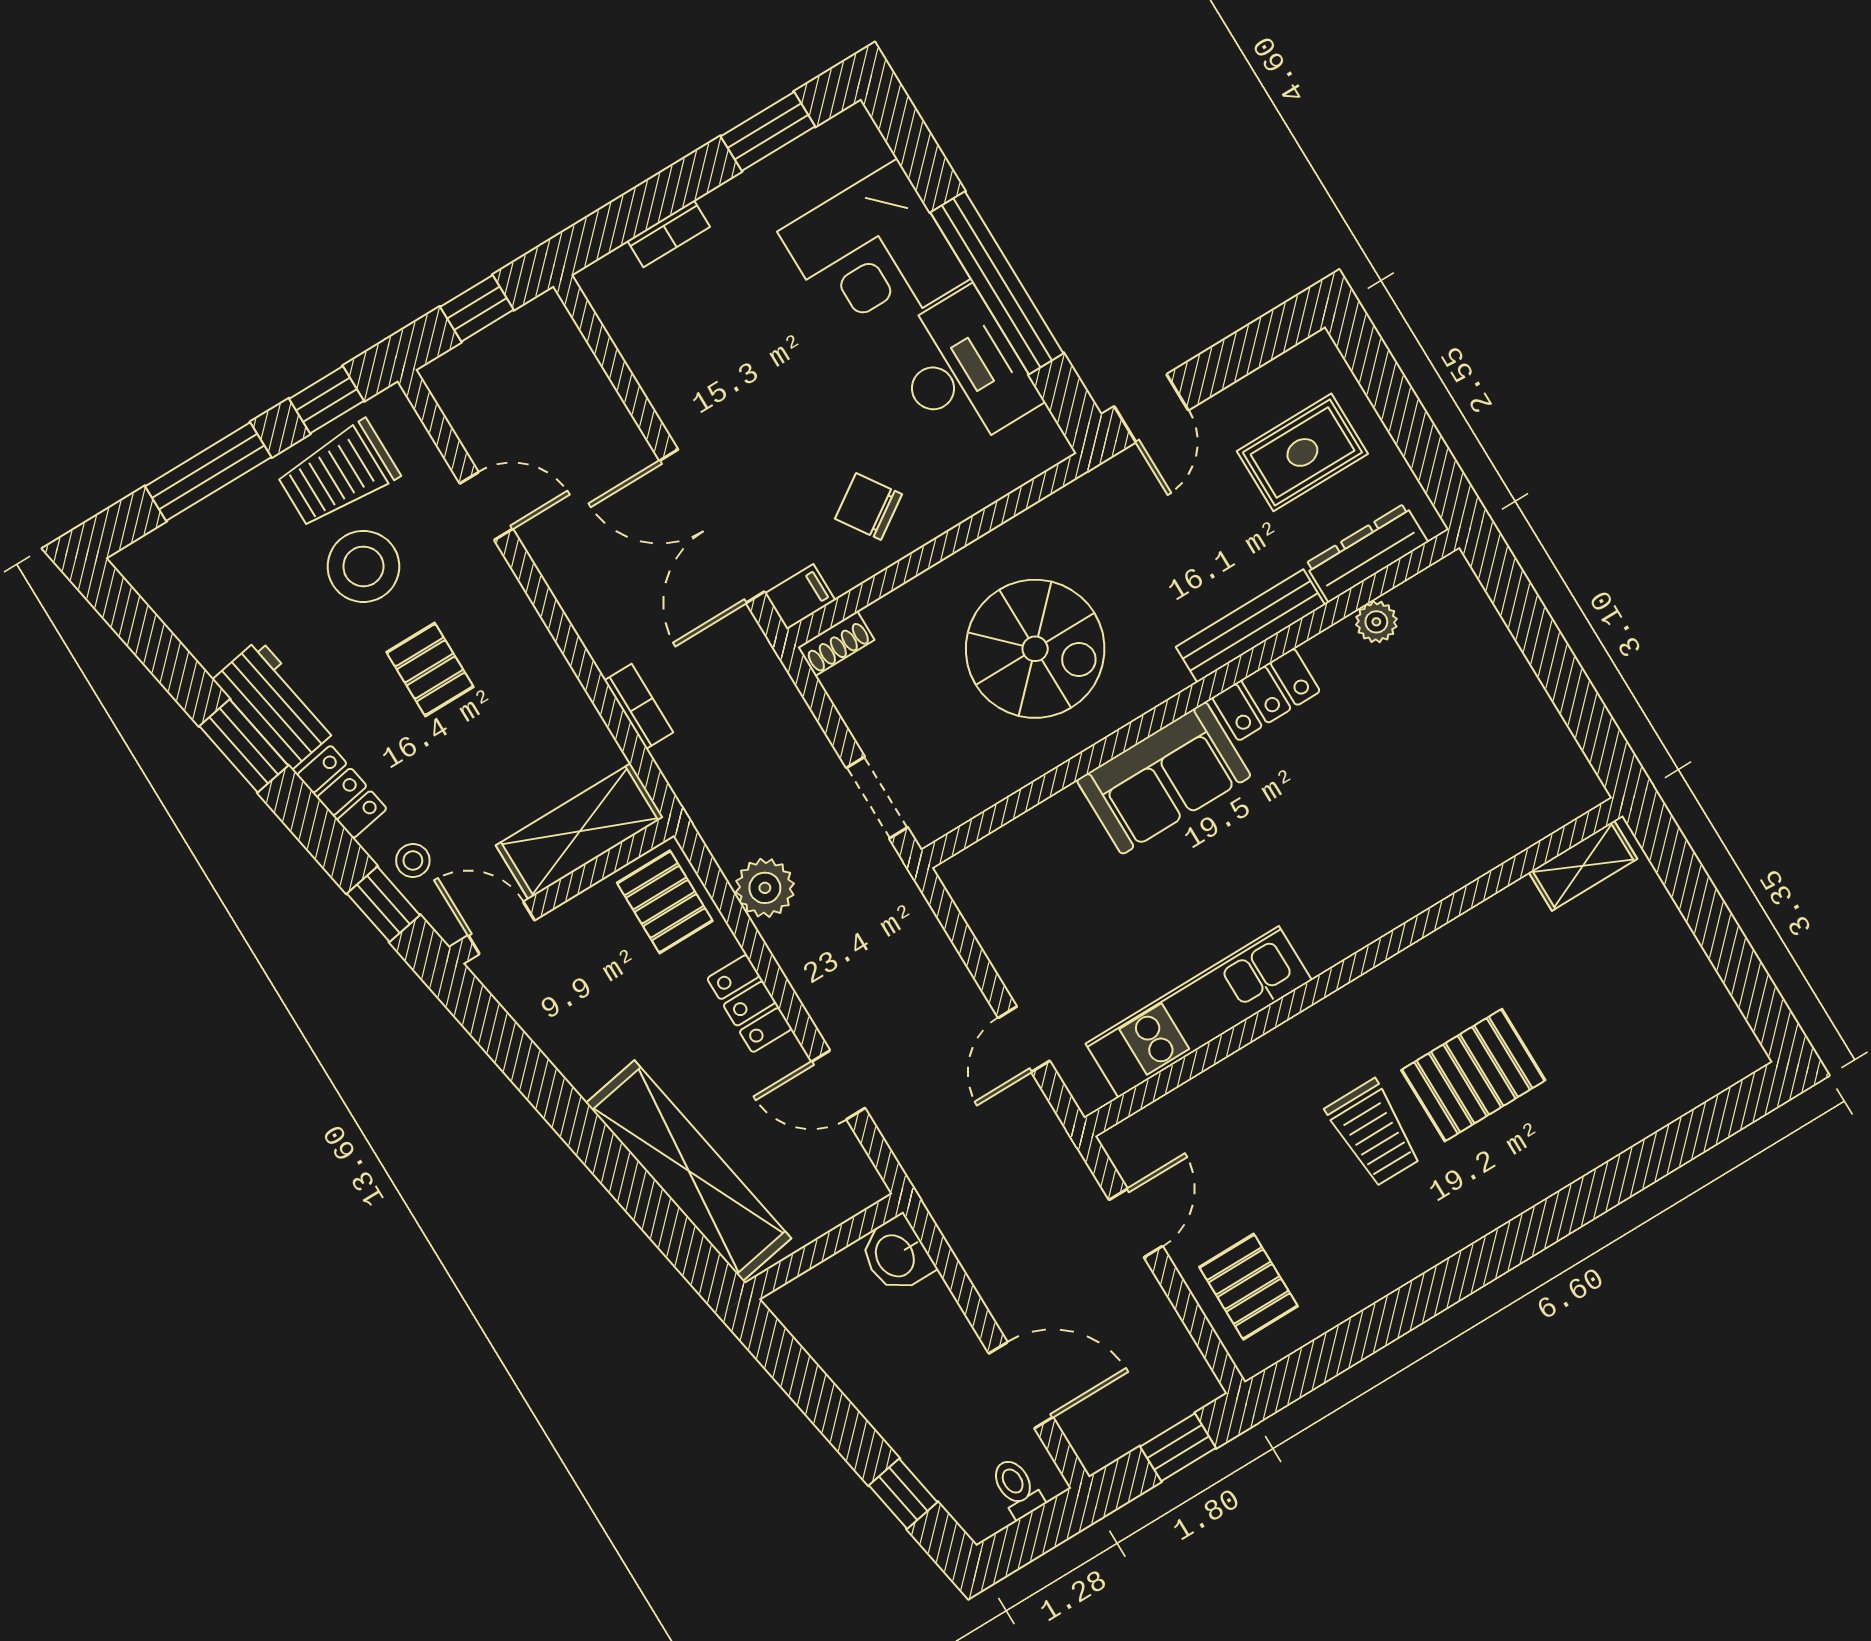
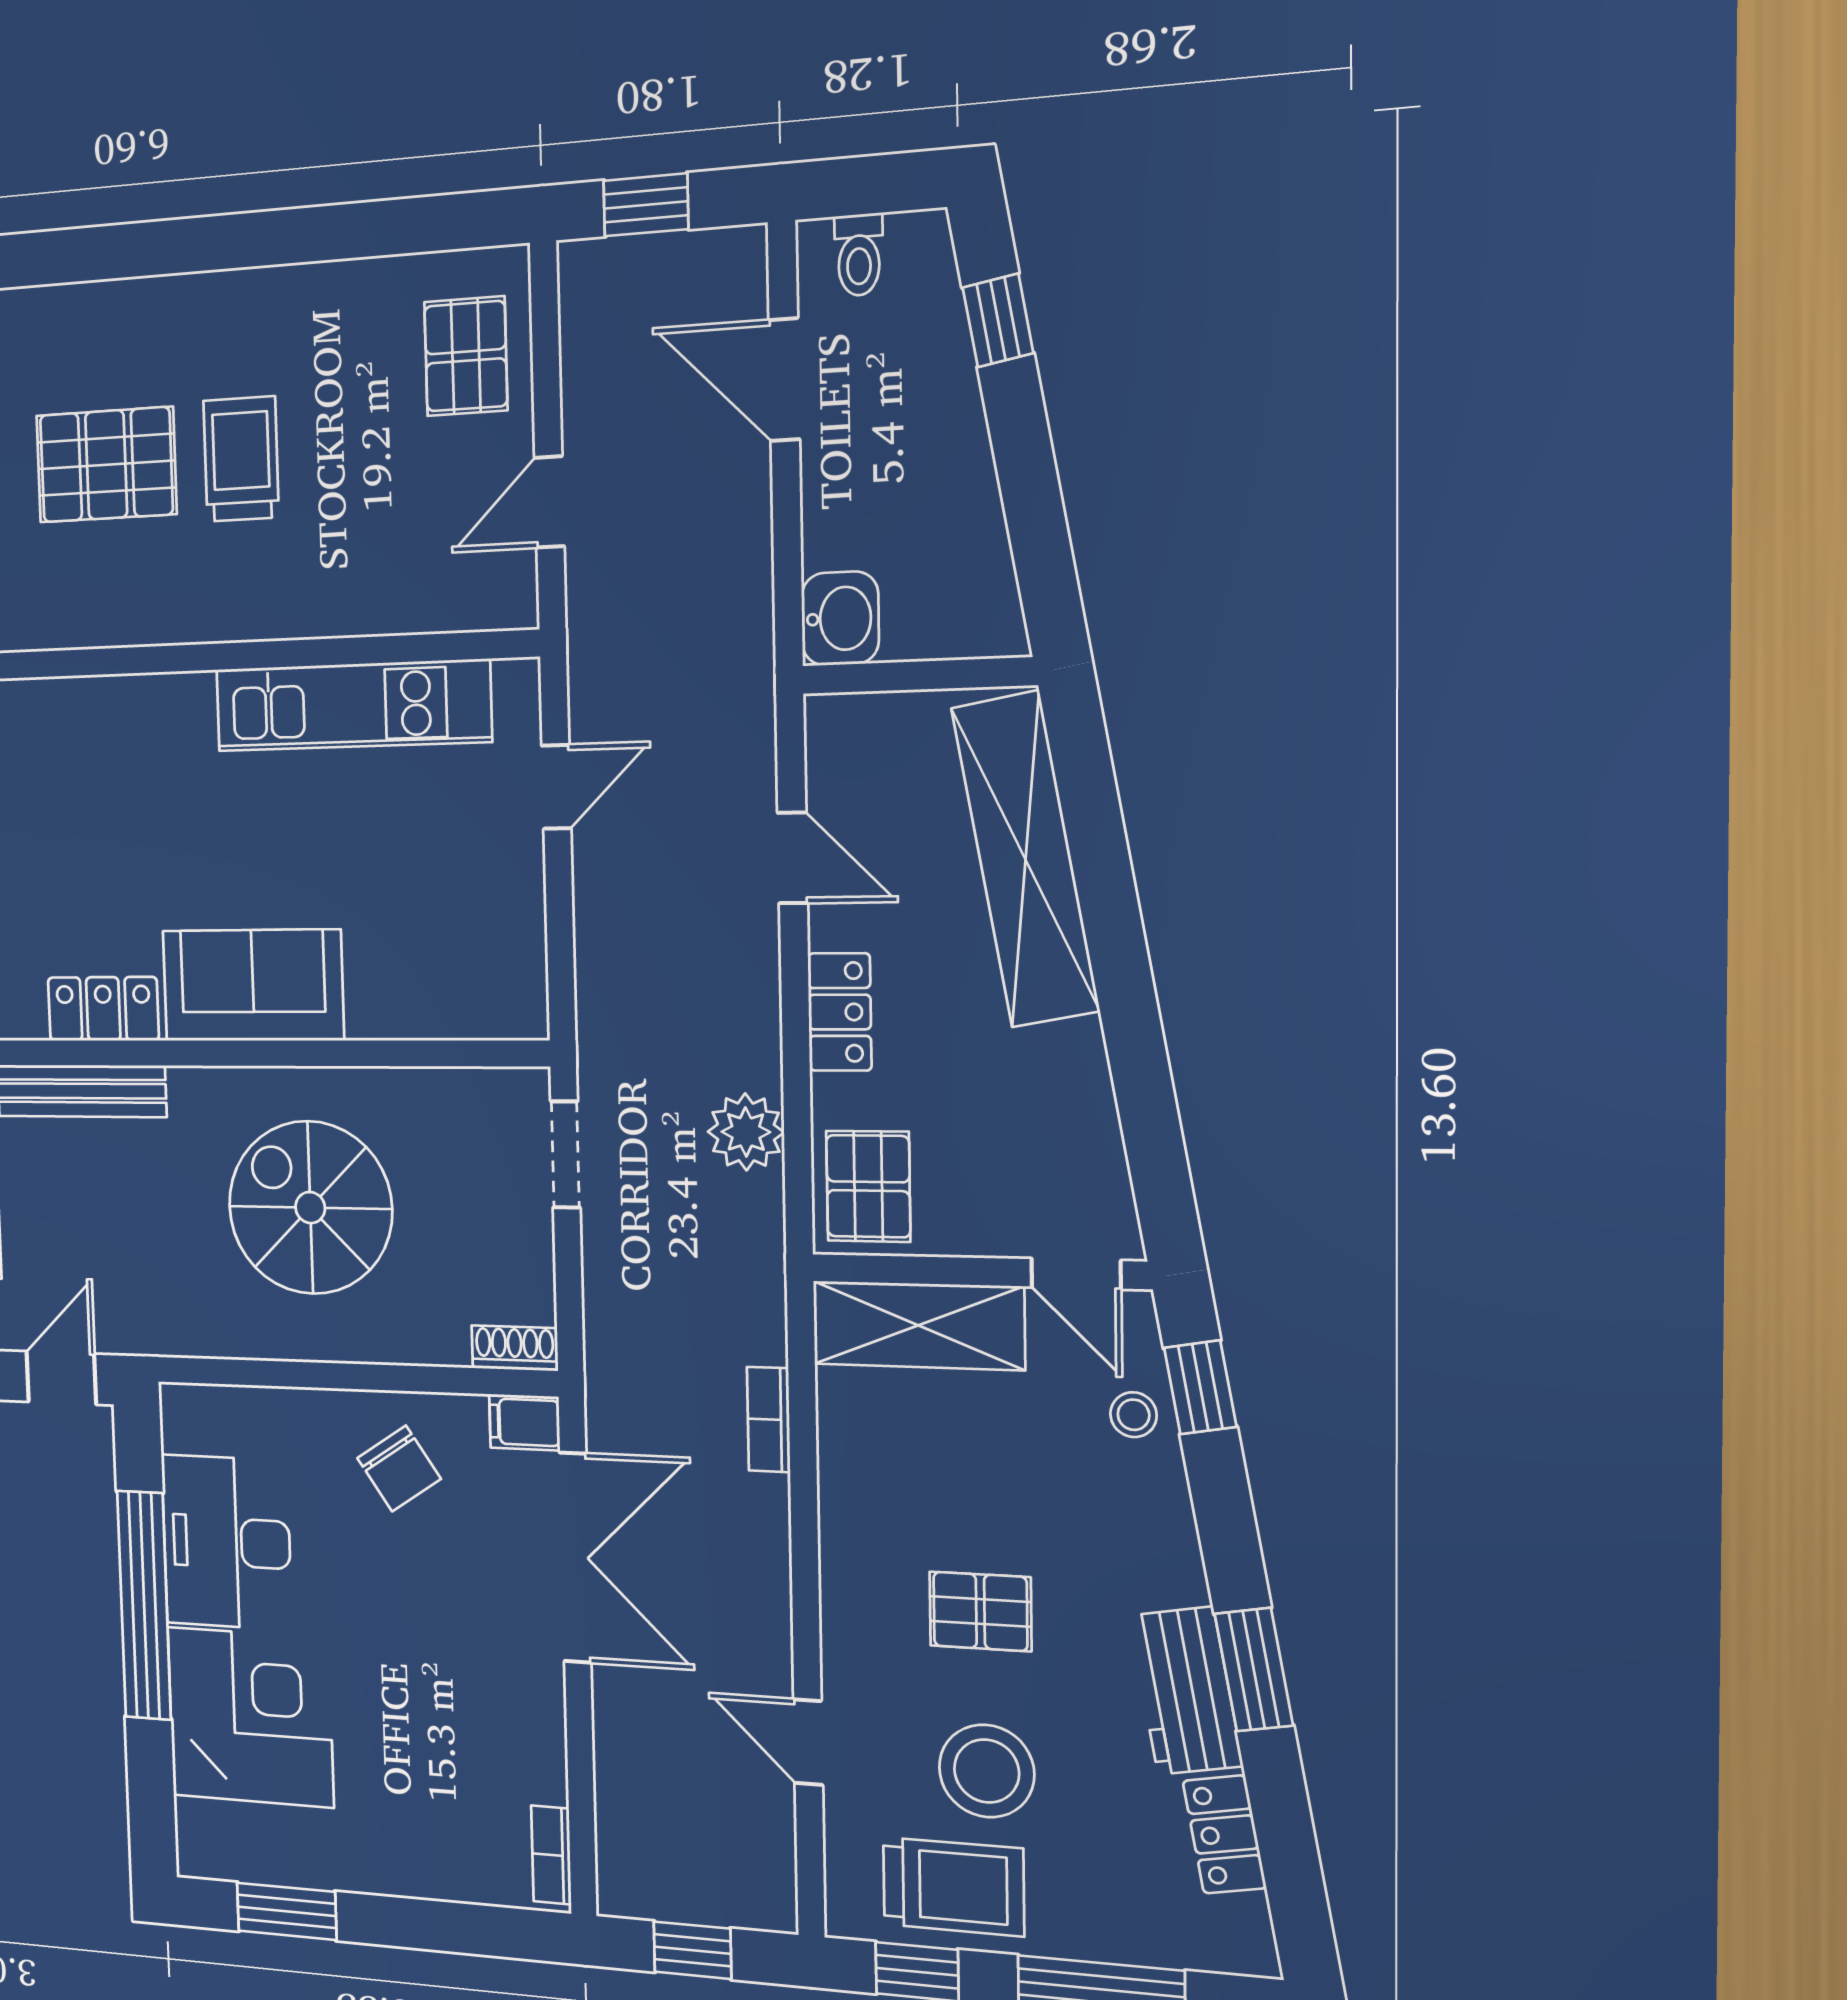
bookcase: (669, 234) -> (551, 1855), moved, turned -90
pallet: (430, 670) -> (980, 1611), turned 90
locker: (342, 792) -> (1224, 1834), moved

